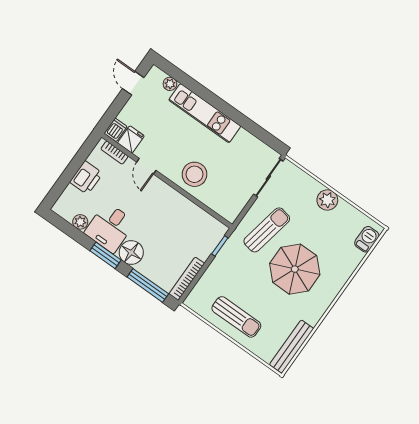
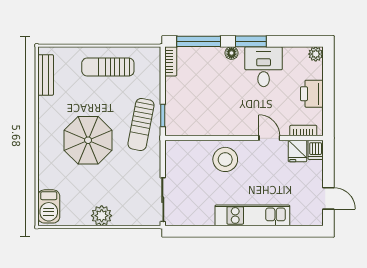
plant: (170, 84) -> (298, 219), removed
plant: (80, 222) -> (316, 54), moved
sun lounger: (267, 230) -> (141, 124), moved
barbecue: (367, 239) -> (49, 206), width x1.38, depth x1.27
floor lamp: (131, 253) -> (231, 53), width x0.53, depth x0.53
bookcase: (187, 279) -> (171, 61), width x0.64
bench: (292, 347) -> (46, 75), width x0.73

